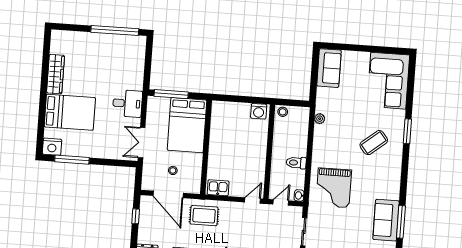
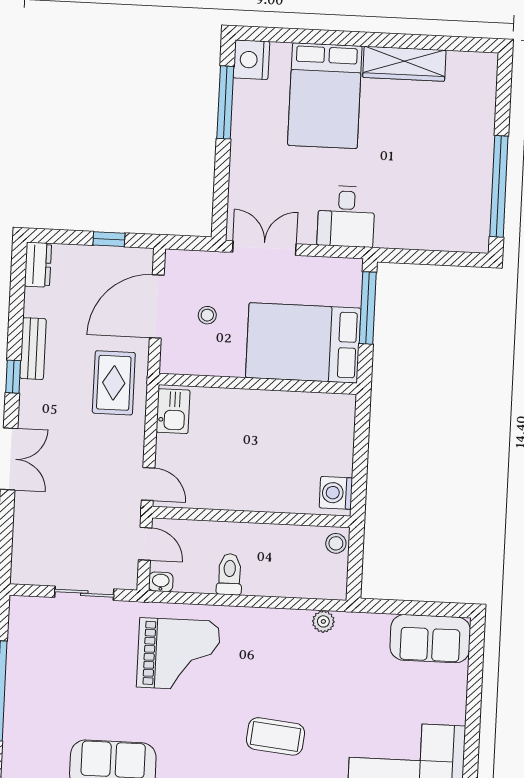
coffee table: (374, 143) -> (275, 736), turned -45
grand piano: (334, 188) -> (178, 654), turned 180

